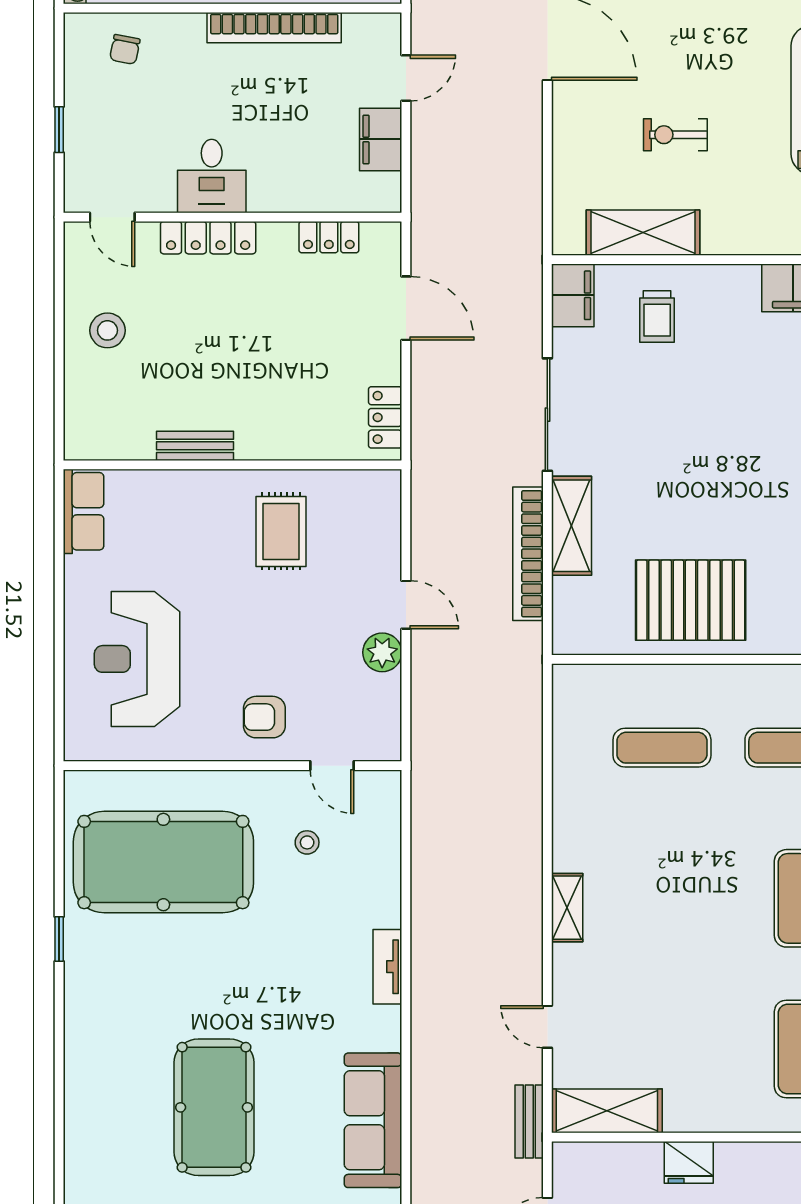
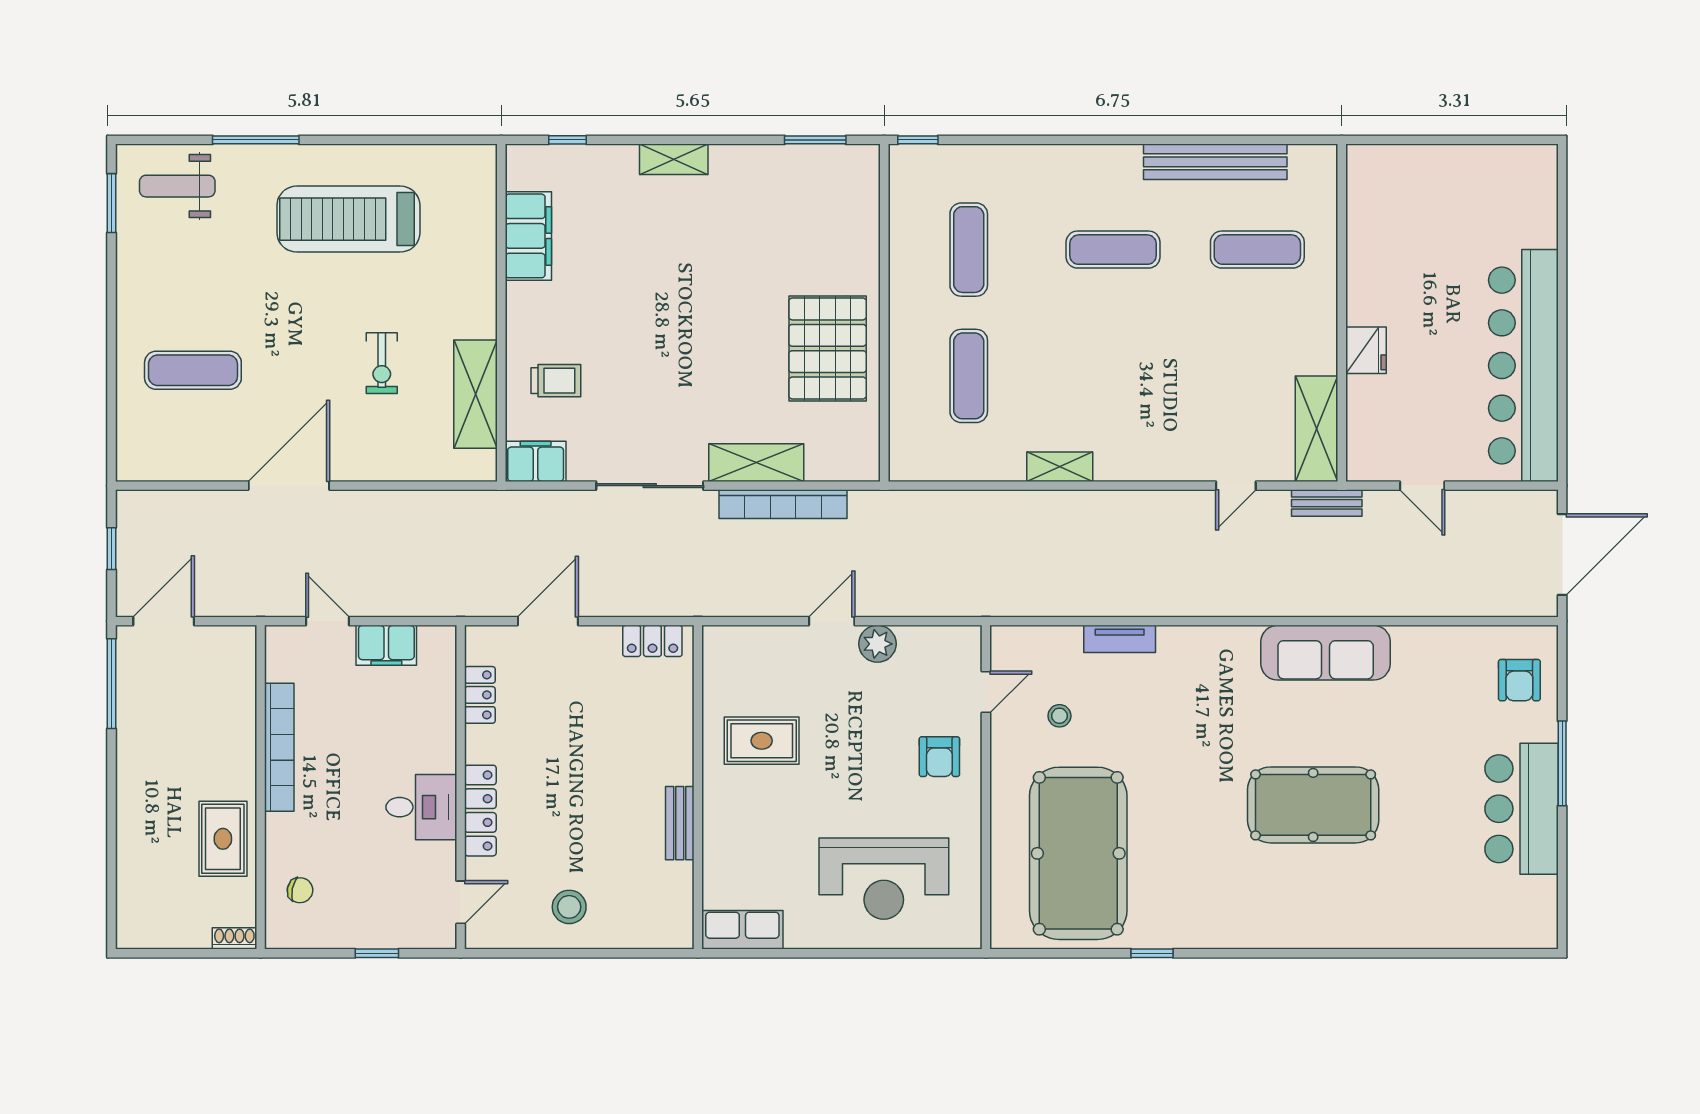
shelving: (567, 908) -> (1060, 467), moved
tv unit: (387, 967) -> (1120, 639), moved

